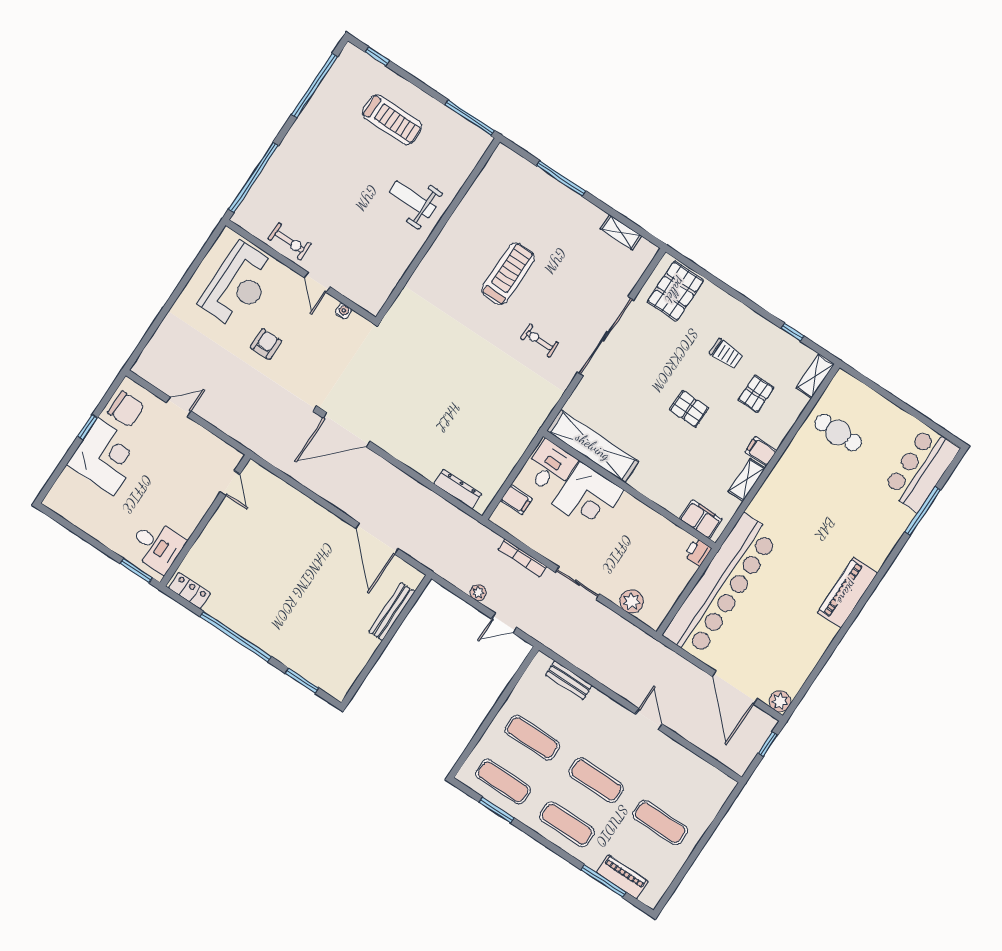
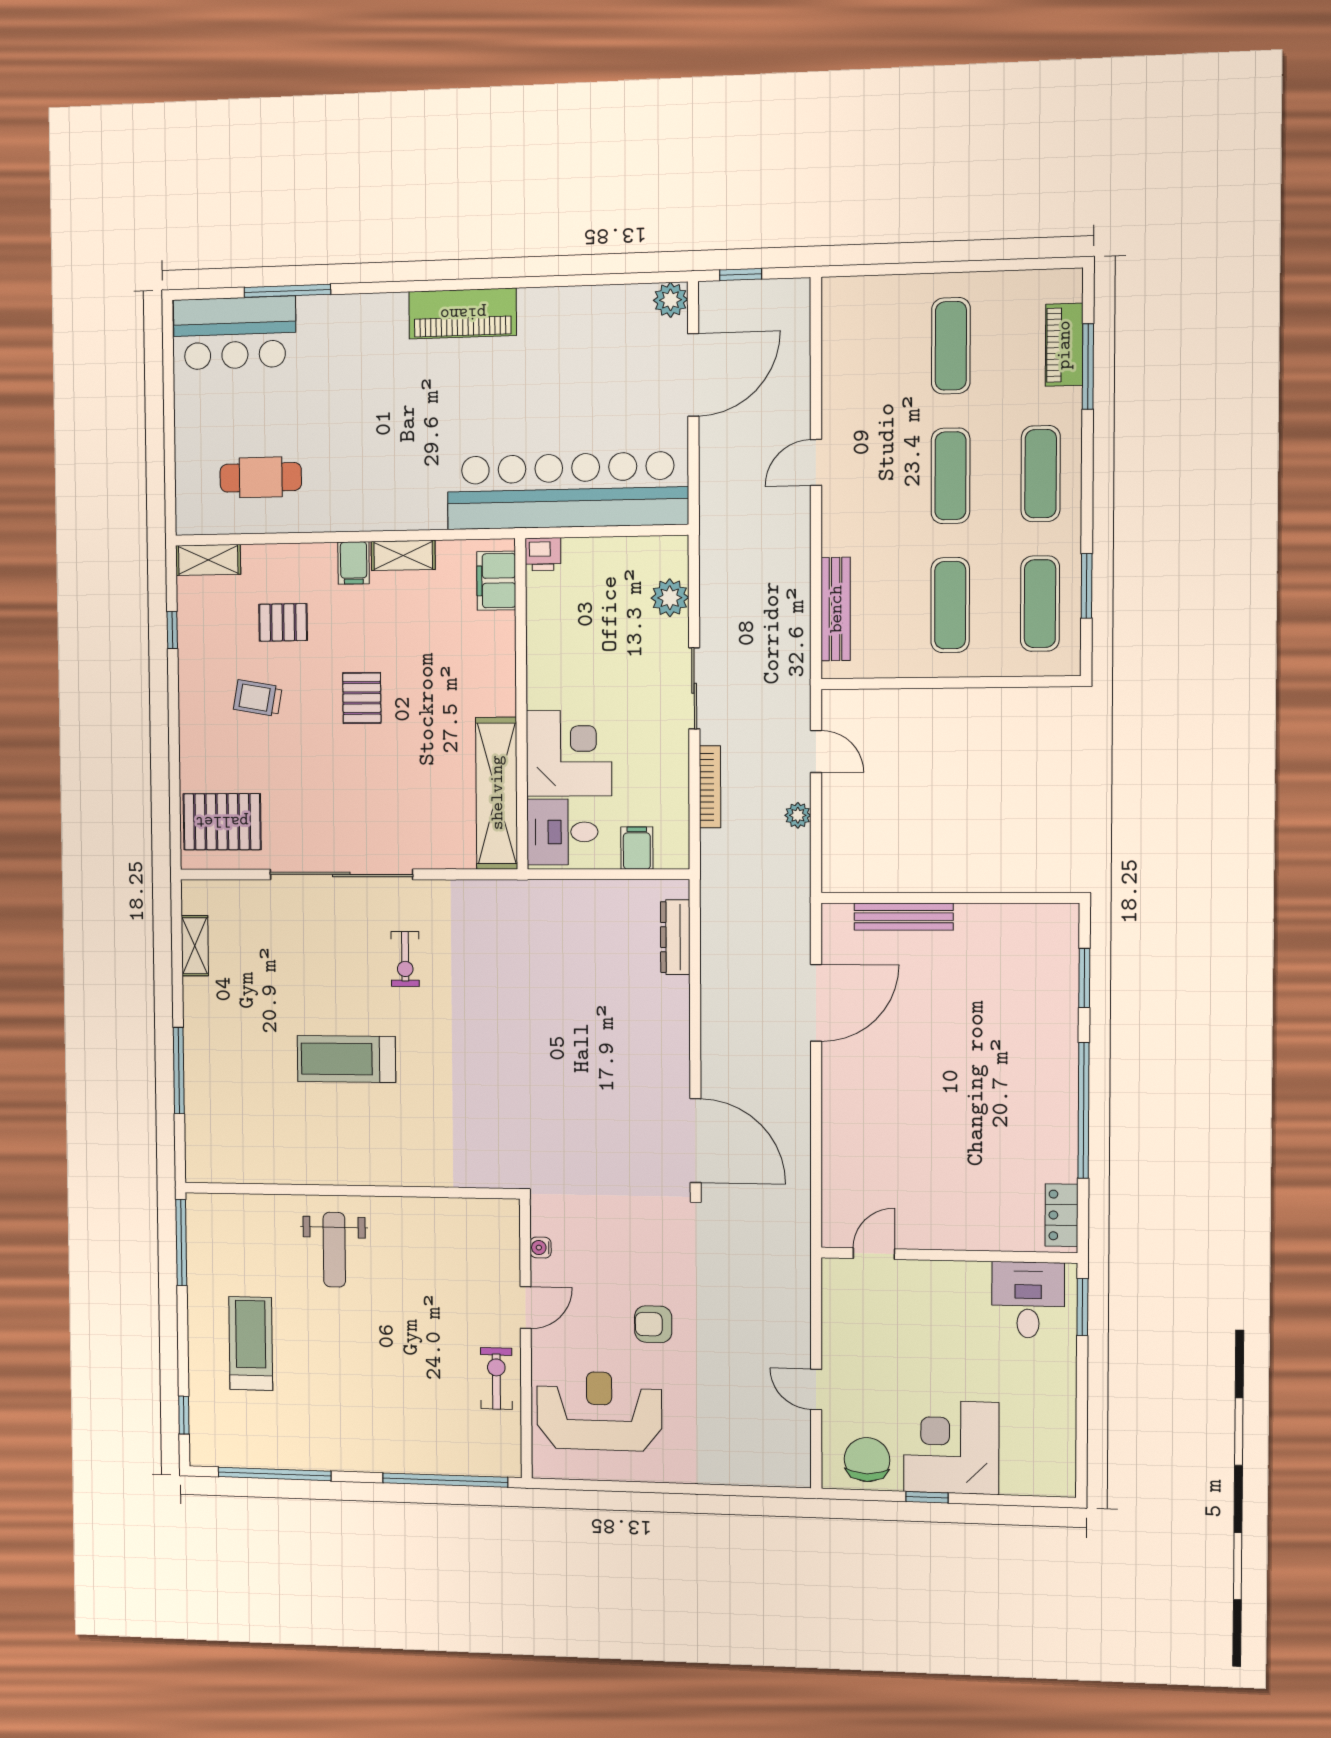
trolley: (726, 354) -> (258, 698), turned -80
cafe table: (838, 433) -> (261, 477), turned 90
bench: (569, 680) -> (836, 609), width x1.36

